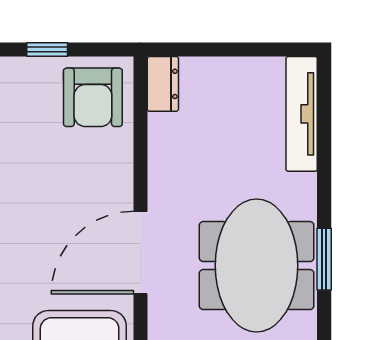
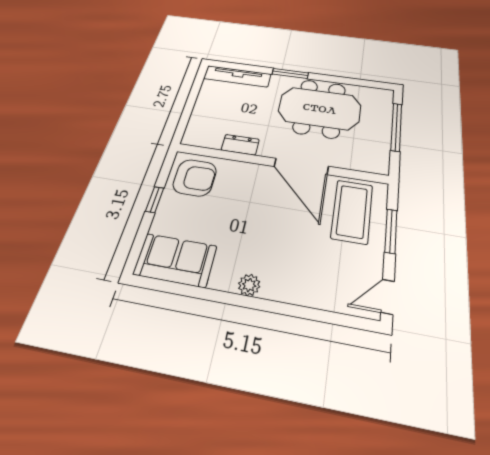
dresser: (163, 84) -> (240, 145), moved
window: (324, 259) -> (290, 73), moved

